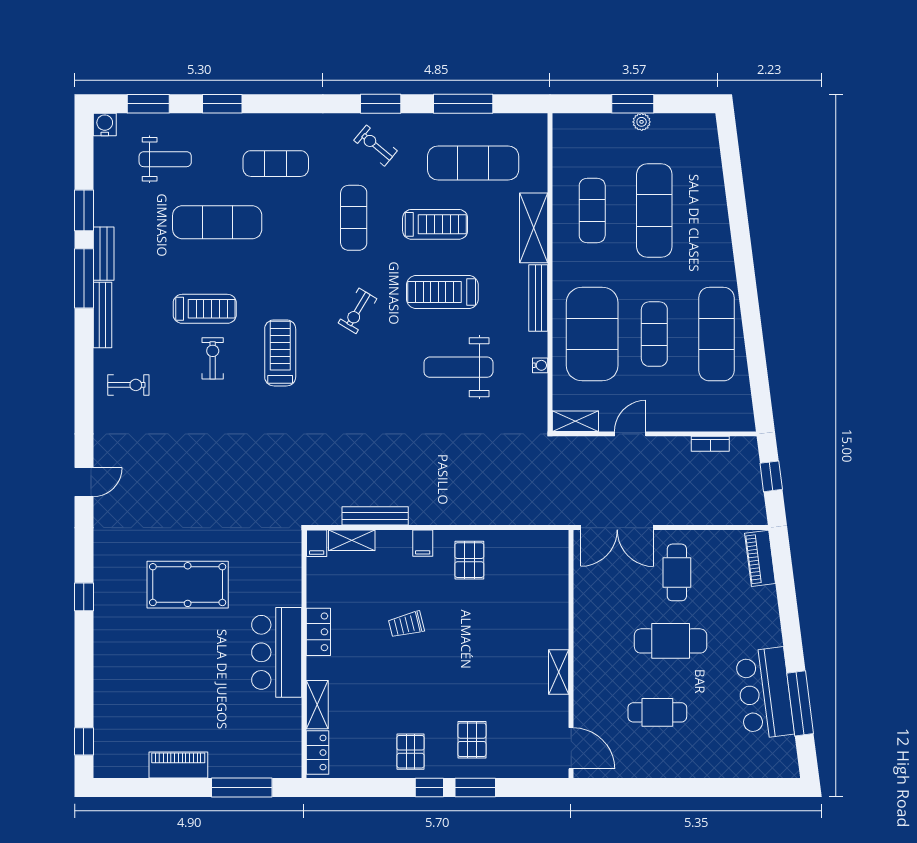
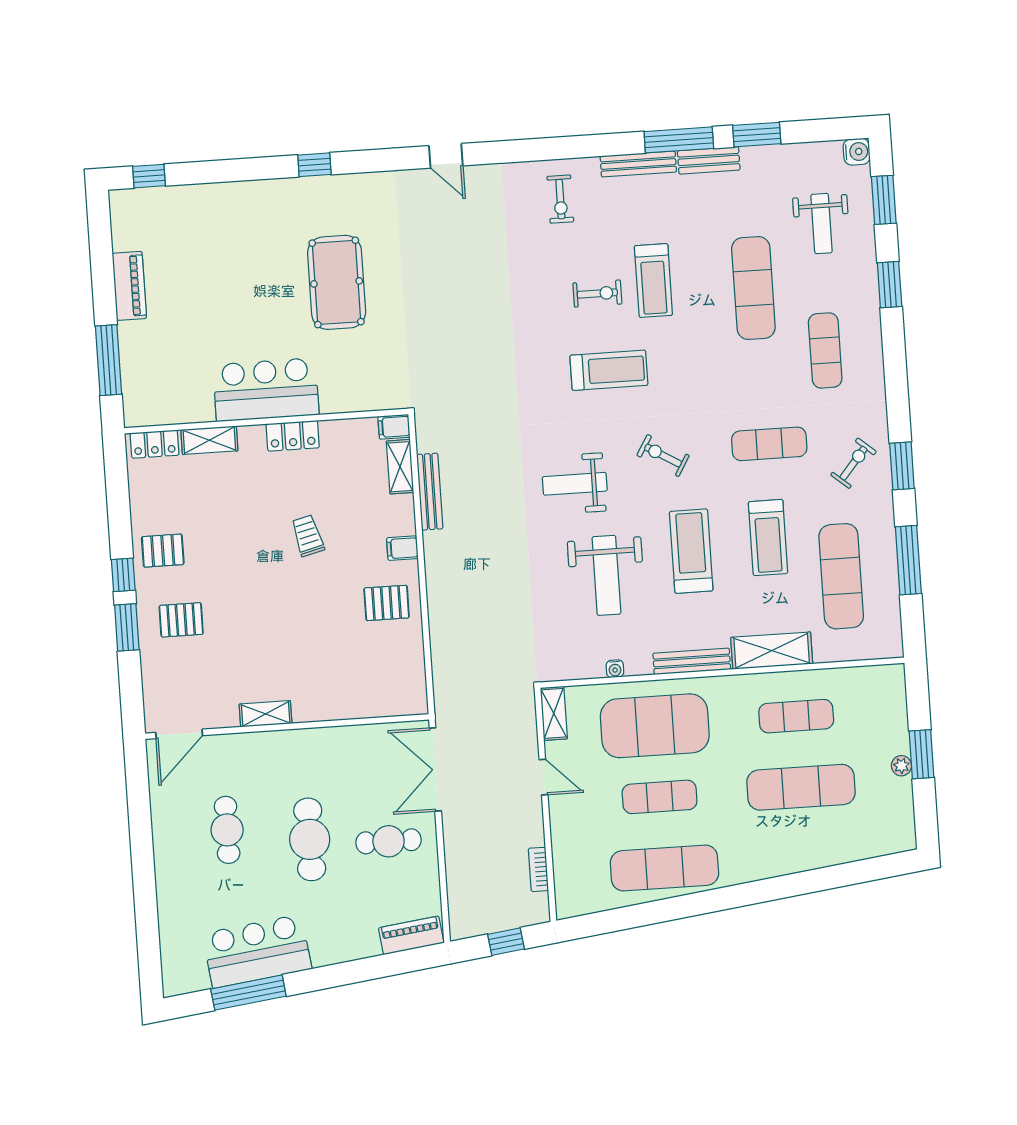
weight bench: (458, 367) -> (606, 575), turned 180
weight bench: (377, 389) -> (575, 484), added

